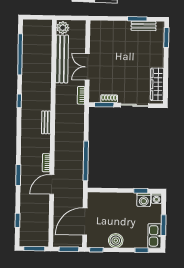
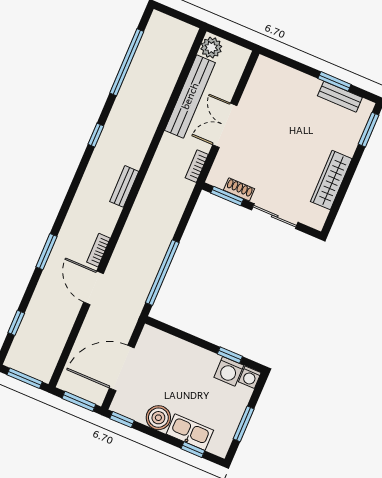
wardrobe: (157, 84) -> (331, 180), moved
door: (52, 184) -> (93, 288), hinge flipped
kitchen sink: (154, 236) -> (190, 432), moved, turned 90

